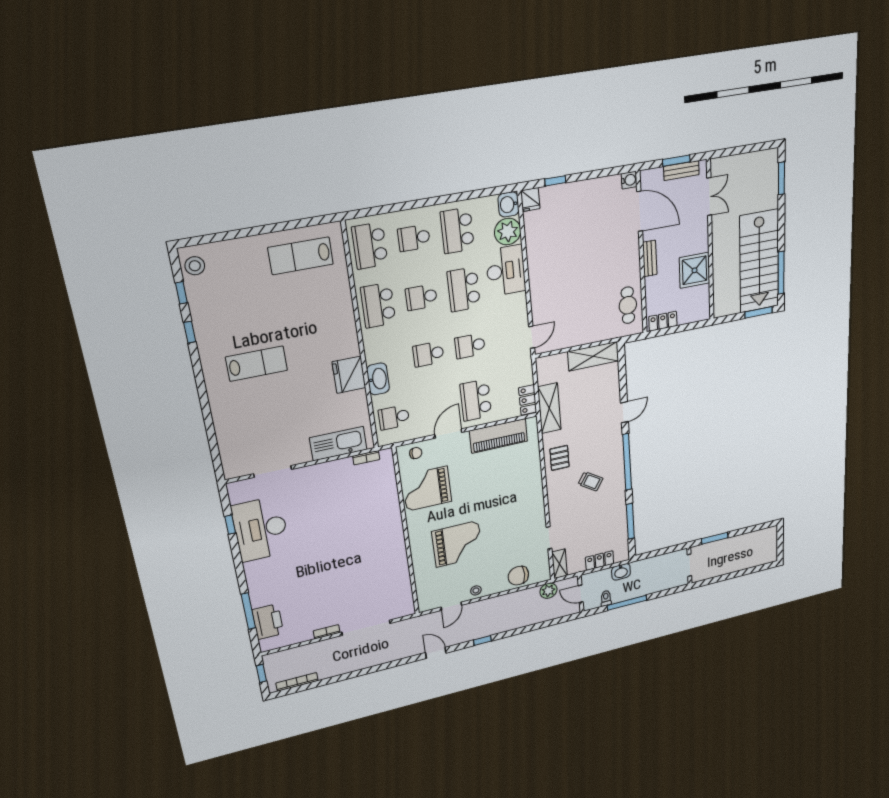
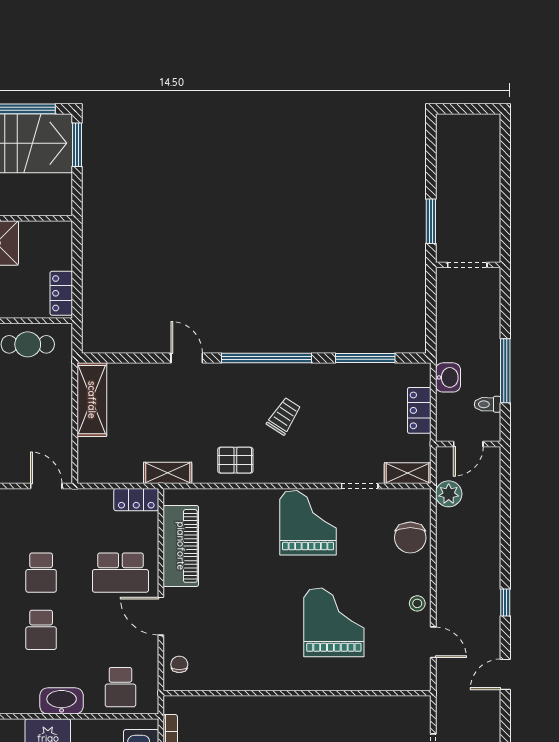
shelving: (549, 408) -> (168, 473), width x0.67, depth x0.75
grand piano: (427, 489) -> (308, 523), moved, turned 180

